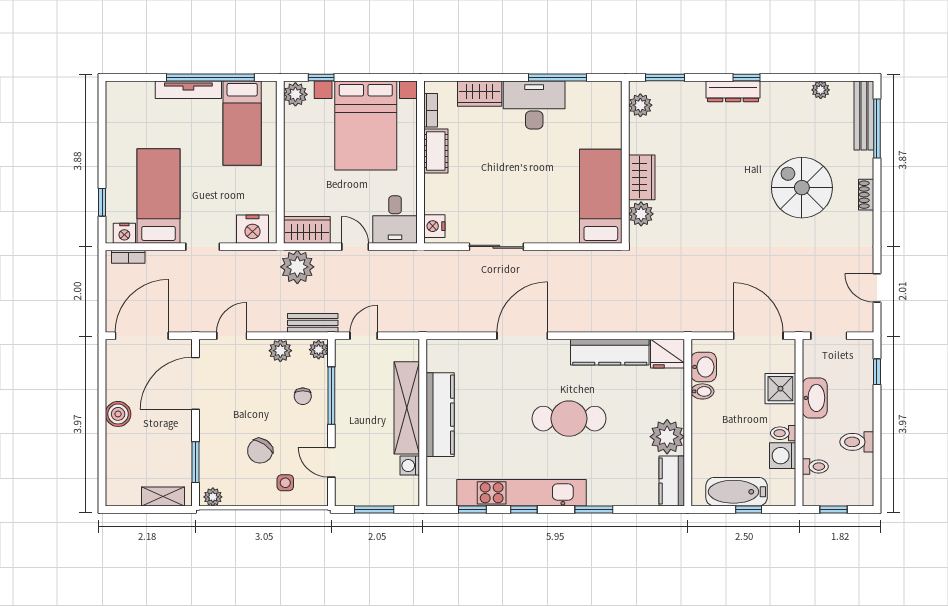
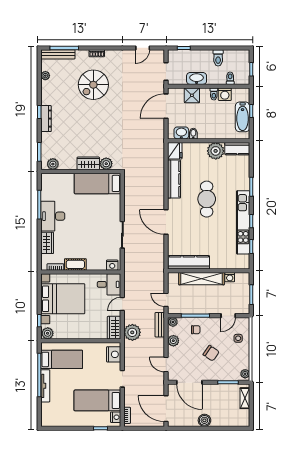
kitchen counter: (440, 415) -> (189, 262), moved
chair: (260, 451) -> (211, 353), moved

